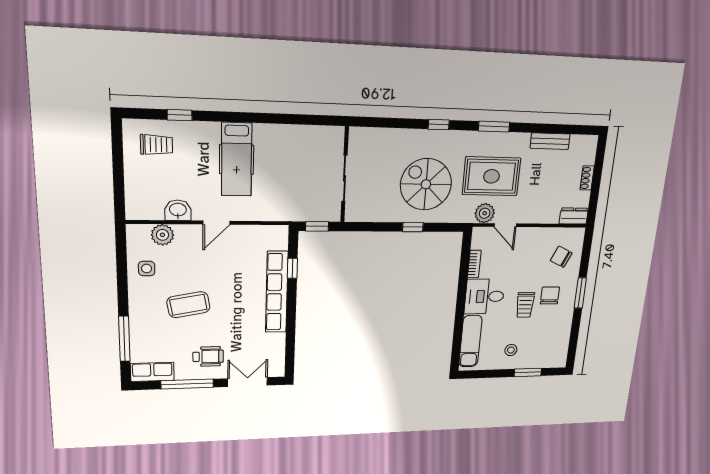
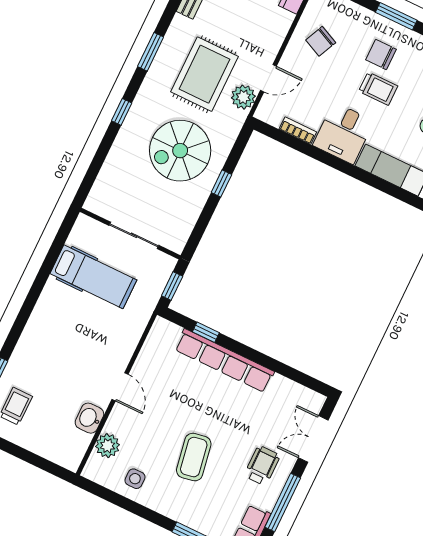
hospital bed: (237, 159) -> (93, 277), moved
chair: (561, 257) -> (321, 41), moved

